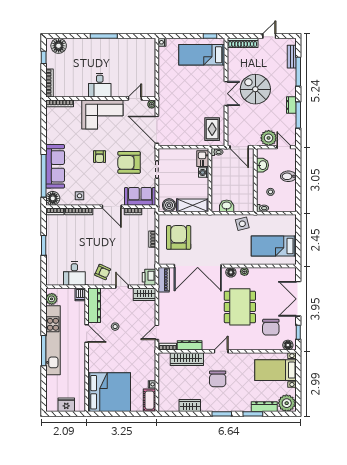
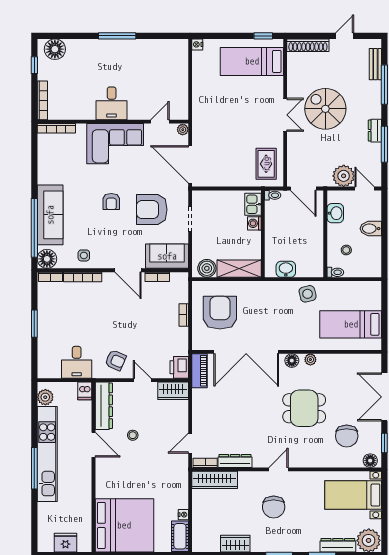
dining table: (240, 307) -> (304, 408), width x0.73
wardrobe: (187, 359) -> (215, 480), moved

